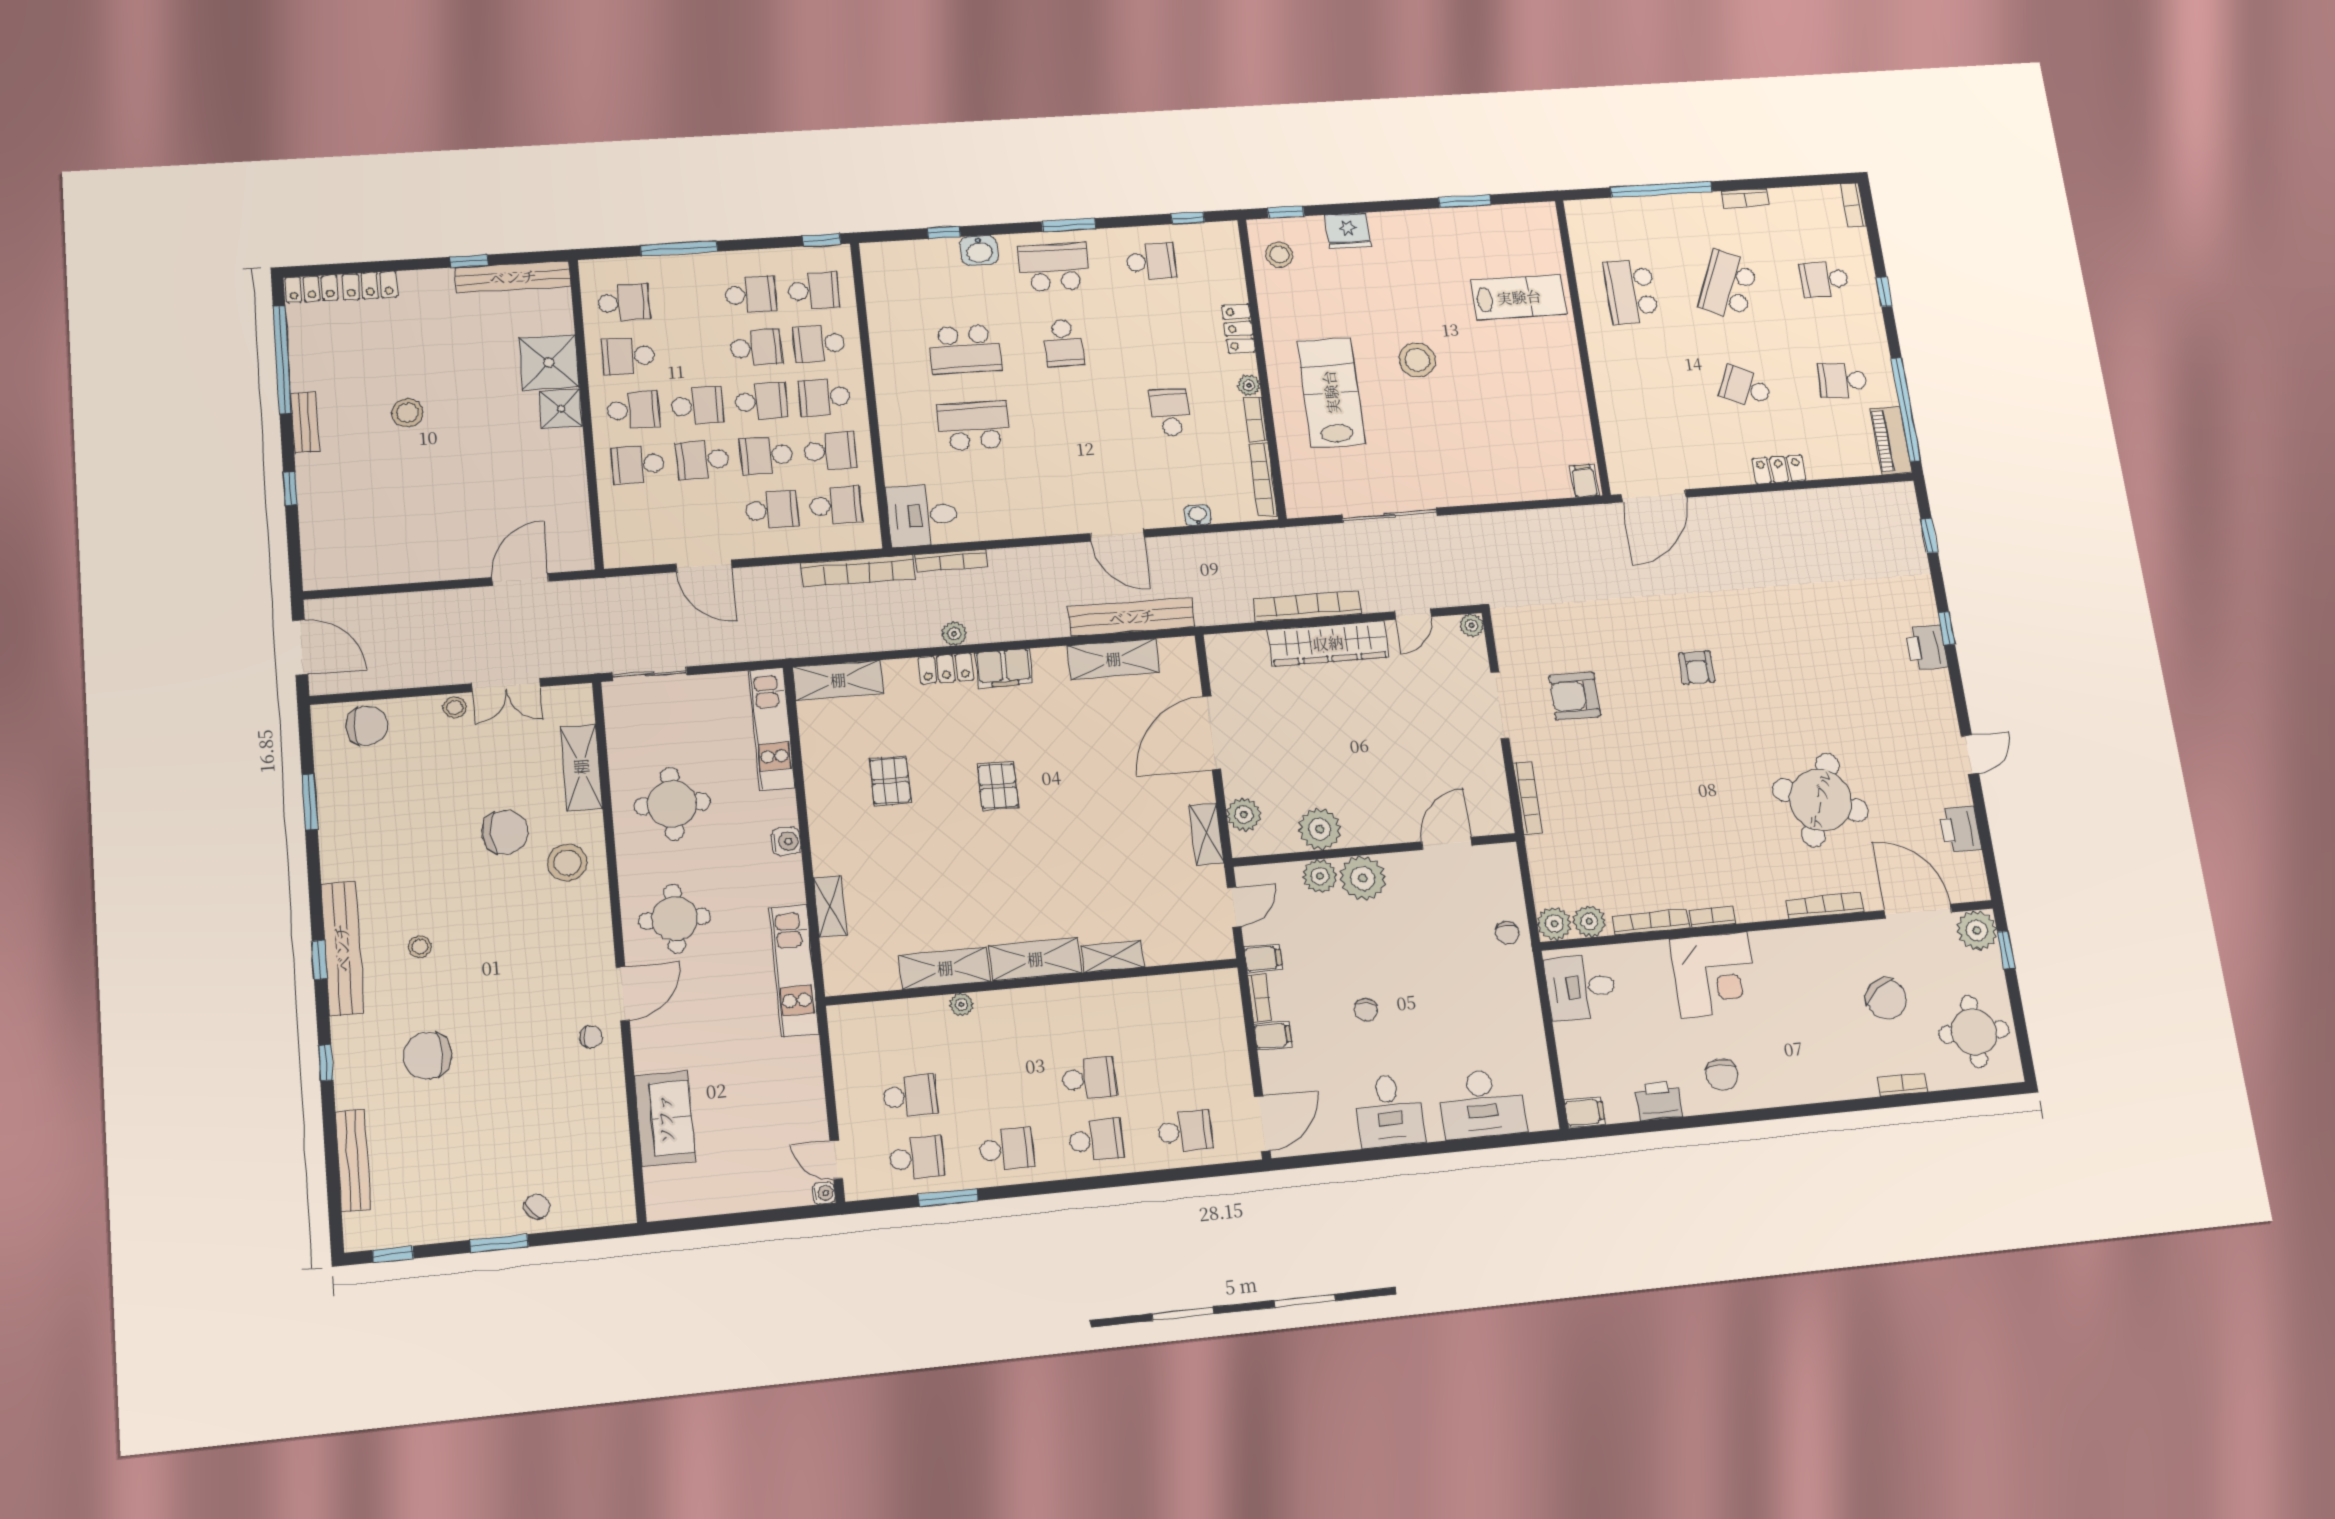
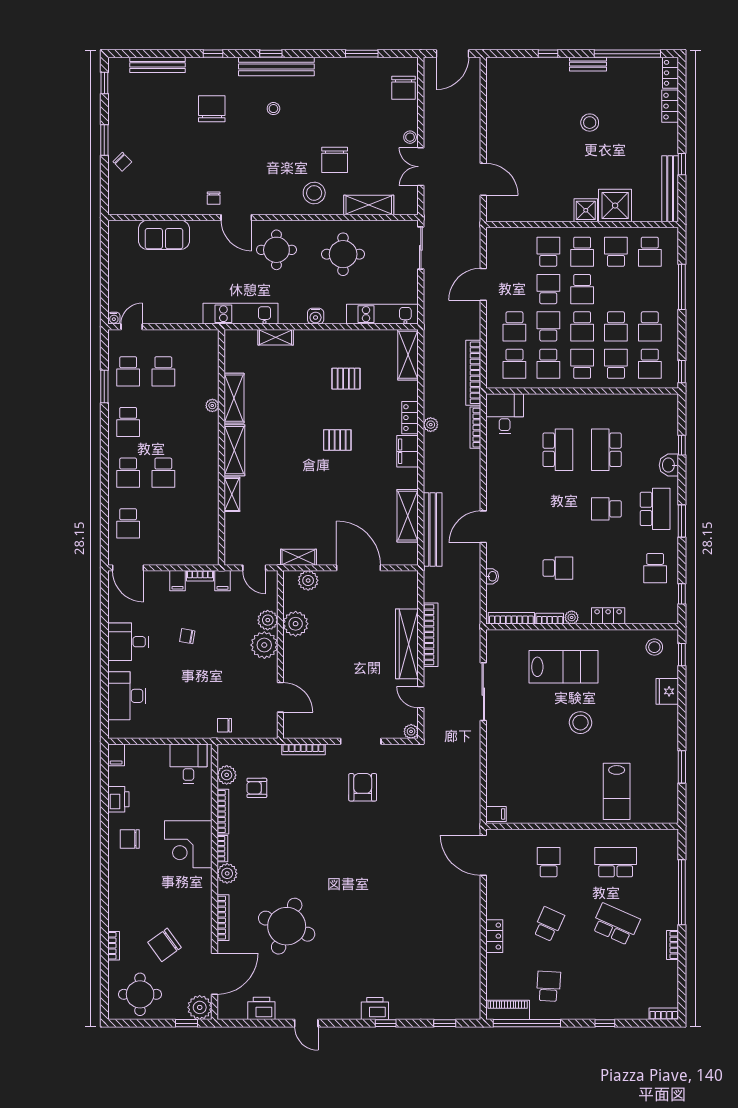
school desk: (1824, 279) -> (549, 862), moved
armchair: (1697, 668) -> (257, 788), moved
plant: (1554, 924) -> (227, 873), moved

